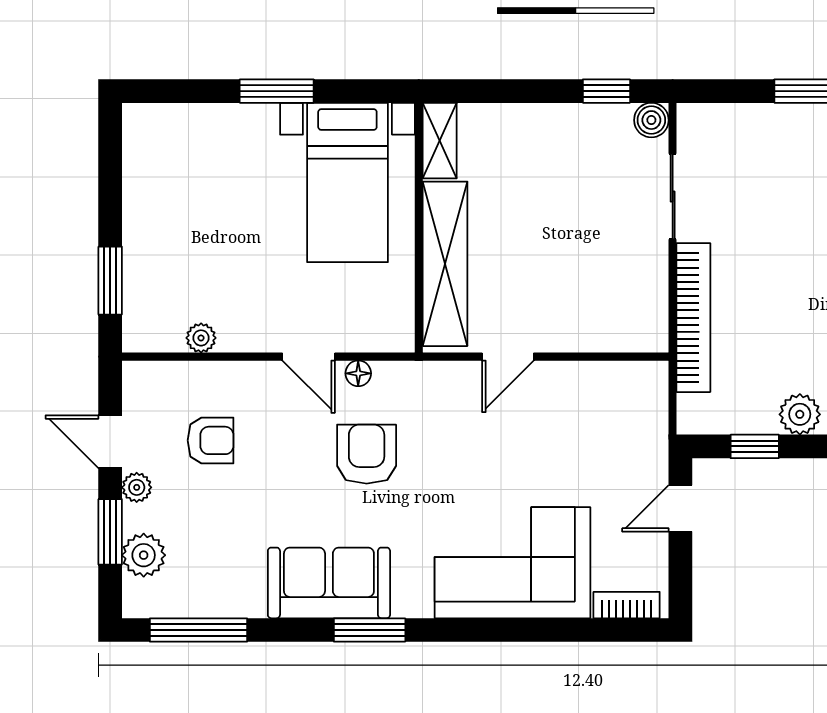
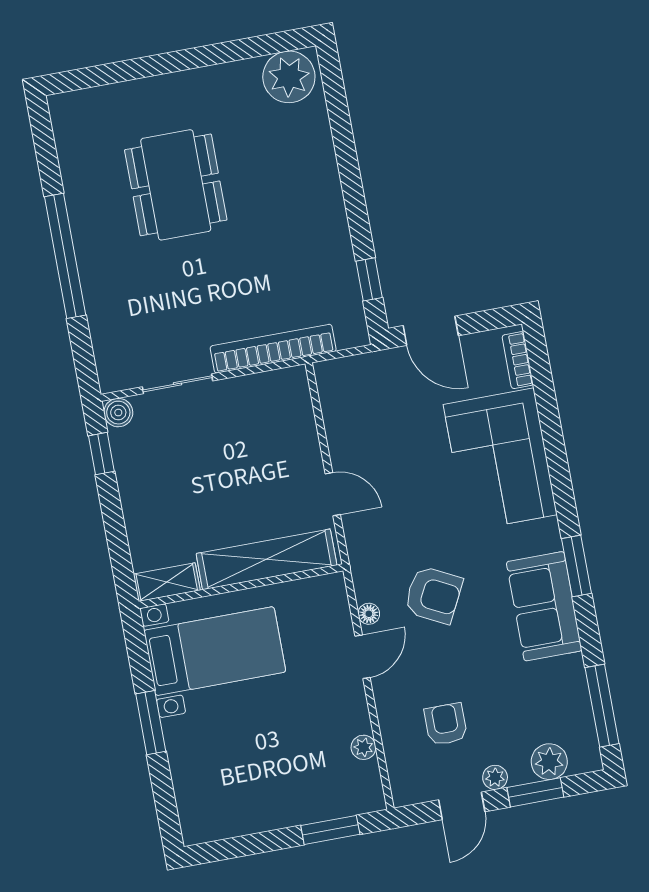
plant: (800, 414) -> (336, 247), removed
armchair: (367, 454) -> (433, 595), turned -153
door: (680, 508) -> (431, 331), width x1.38

